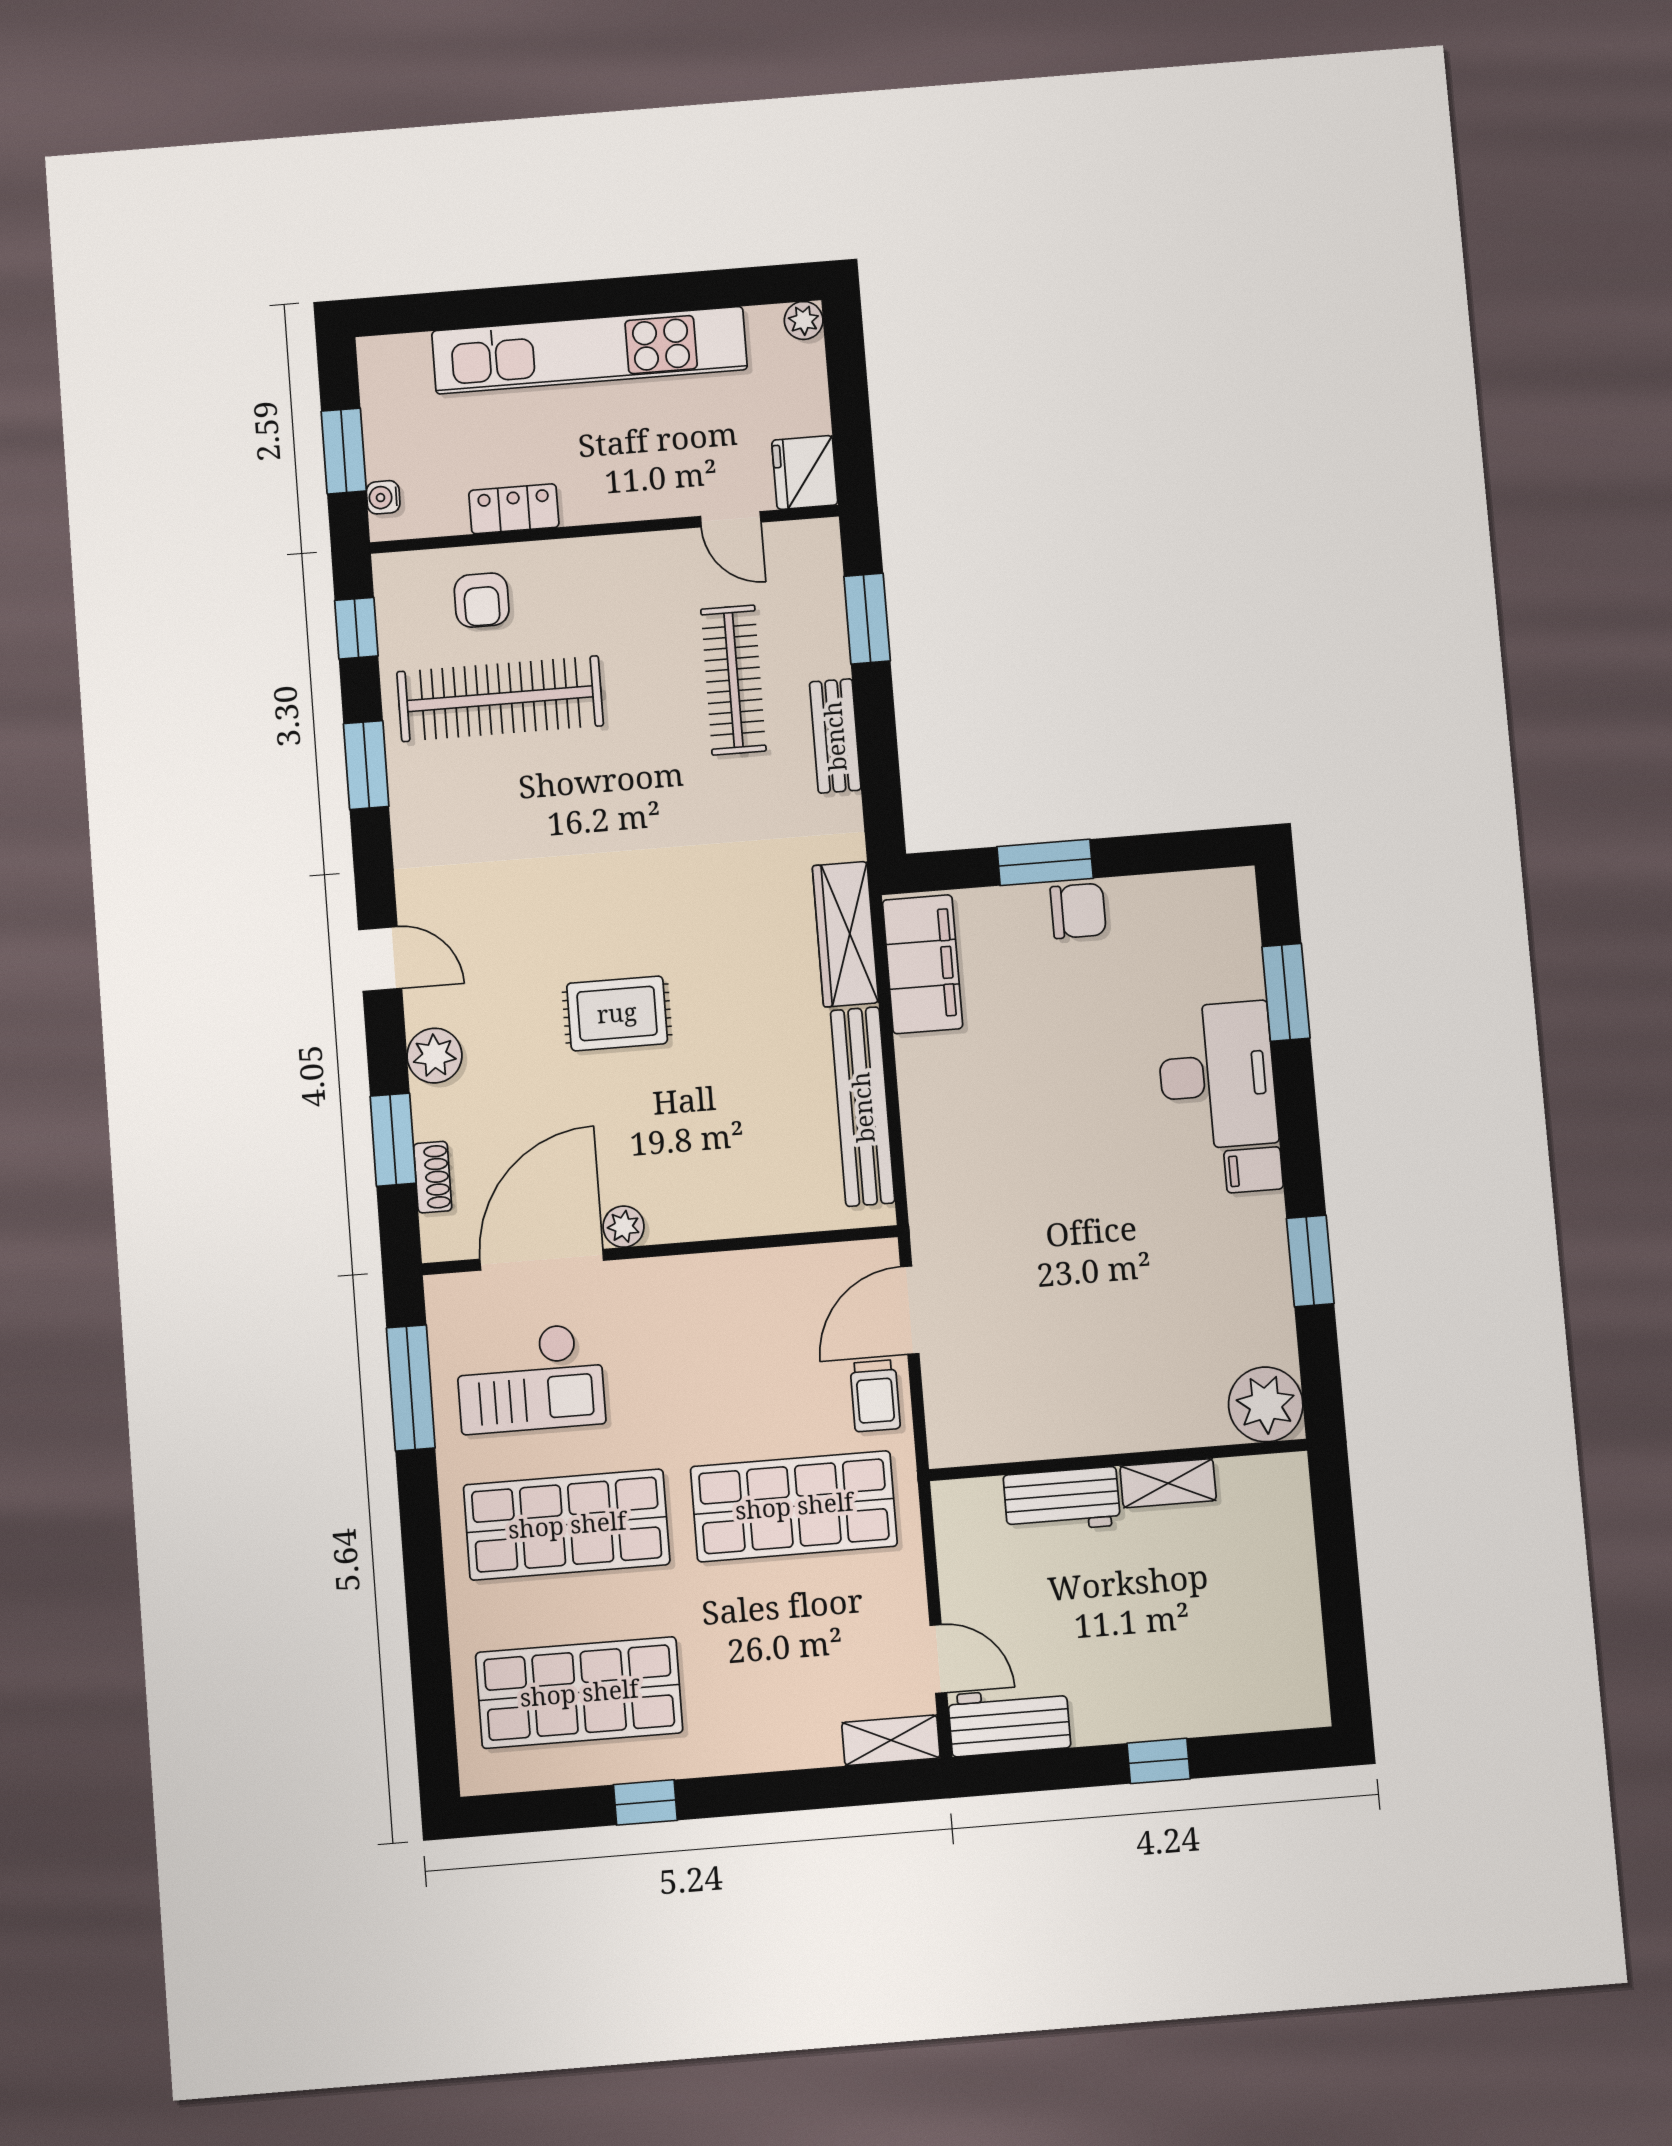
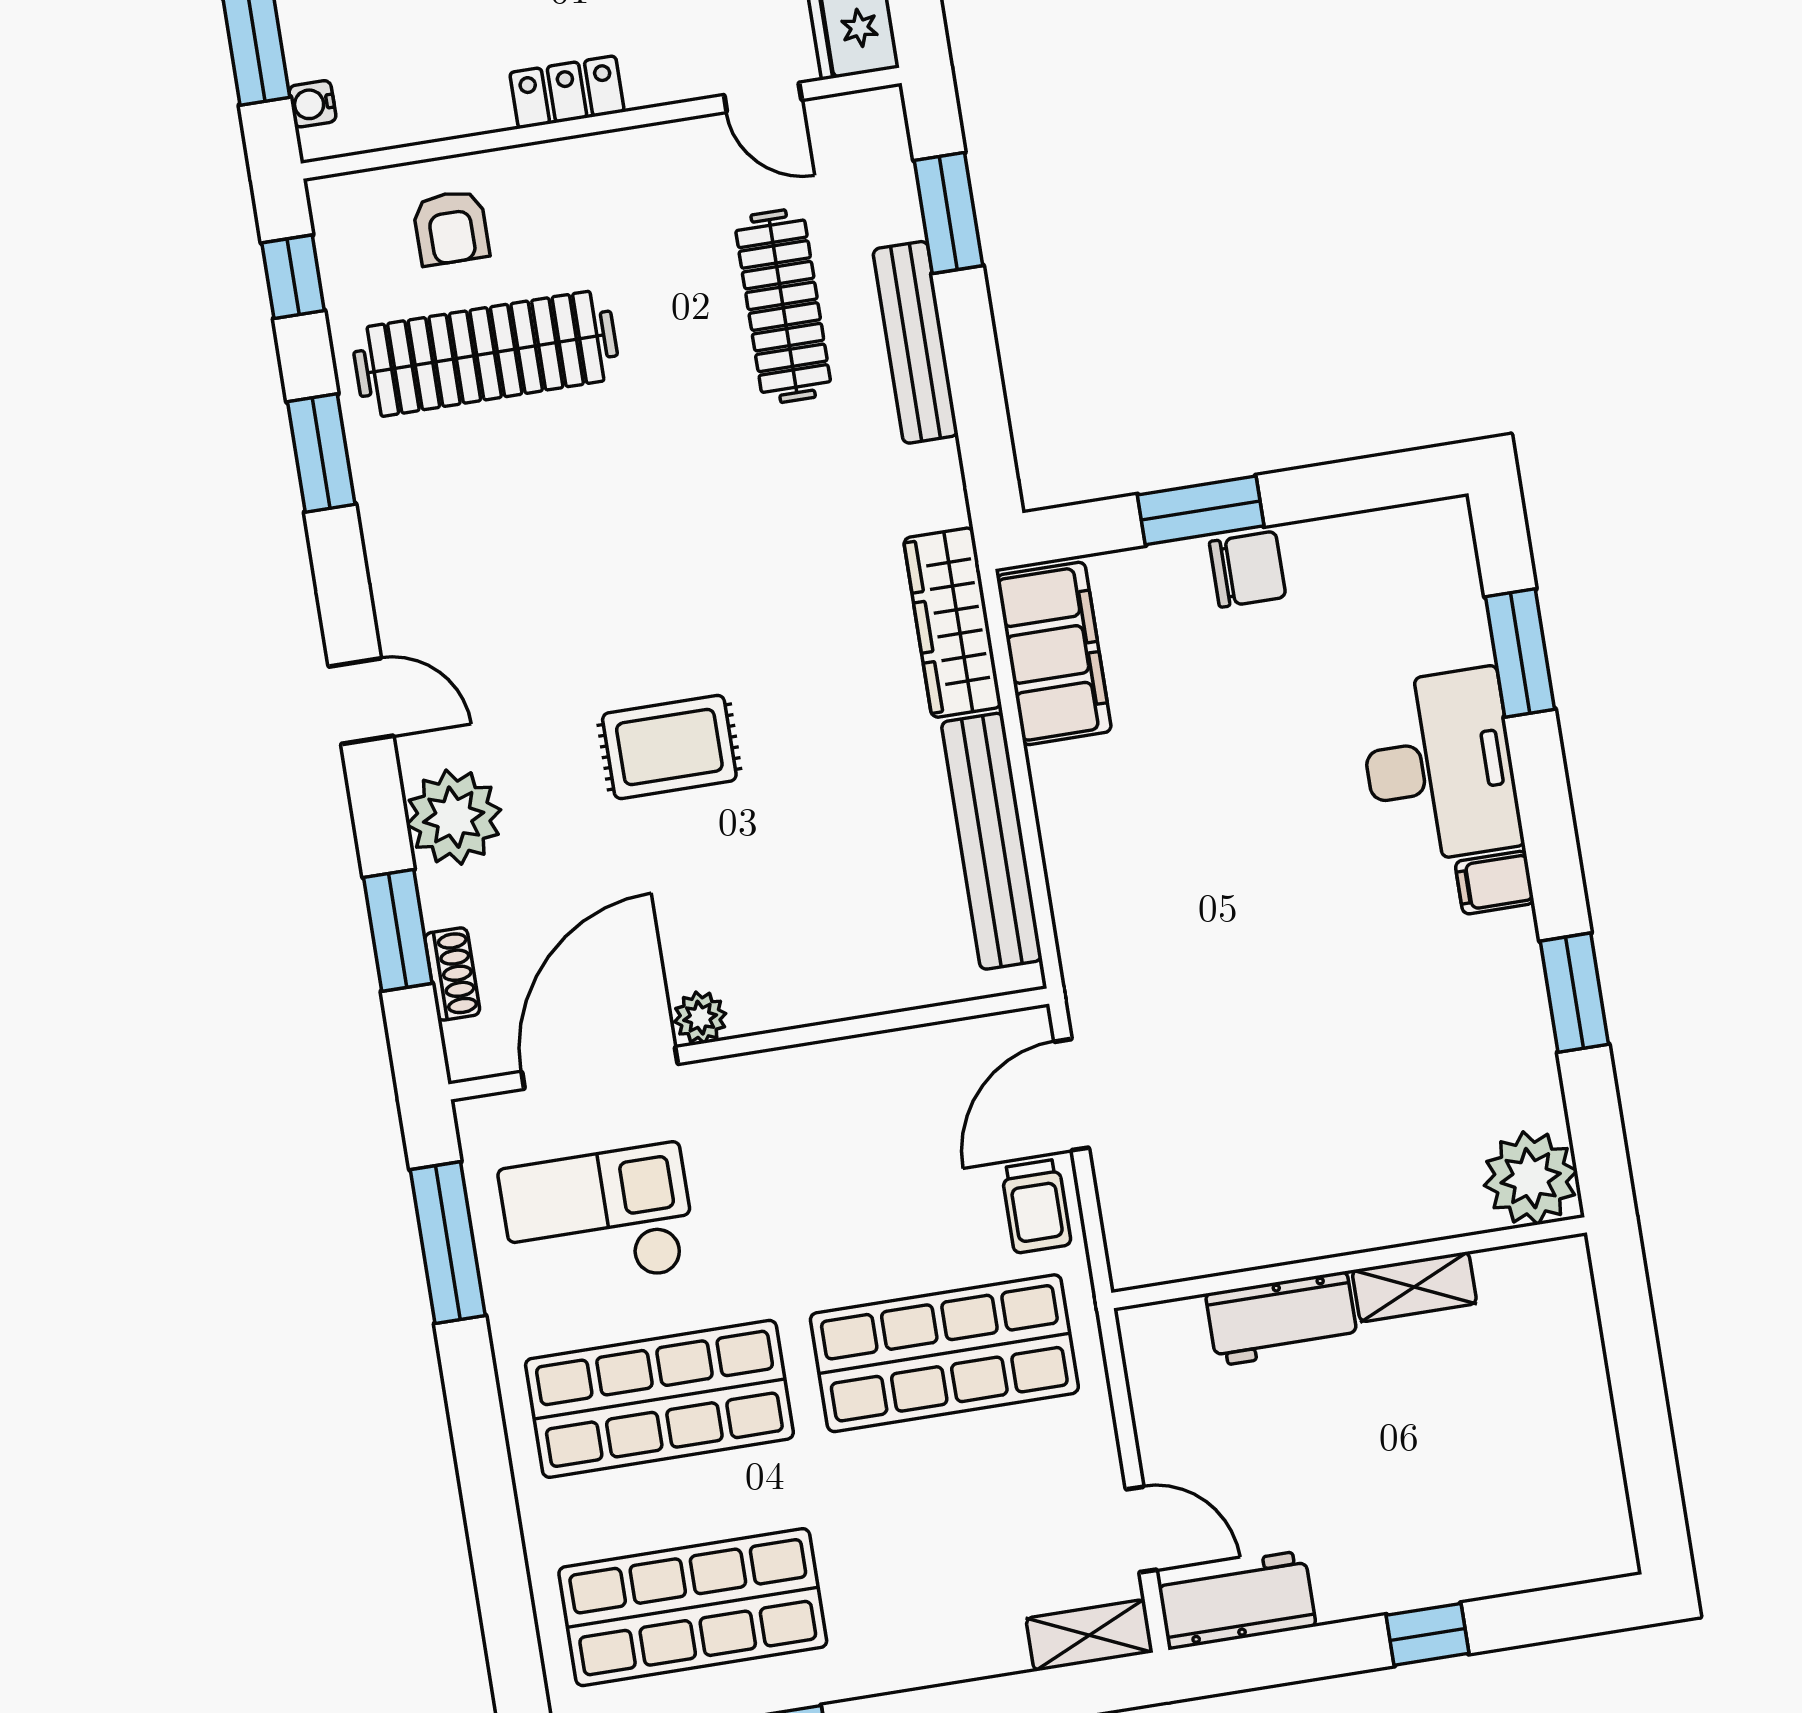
locker: (514, 509) -> (567, 92), moved
bench: (835, 736) -> (915, 342), width x1.36
plant: (434, 1056) -> (454, 817), width x1.36, depth x1.36
checkout: (530, 1378) -> (598, 1219), turned 180

